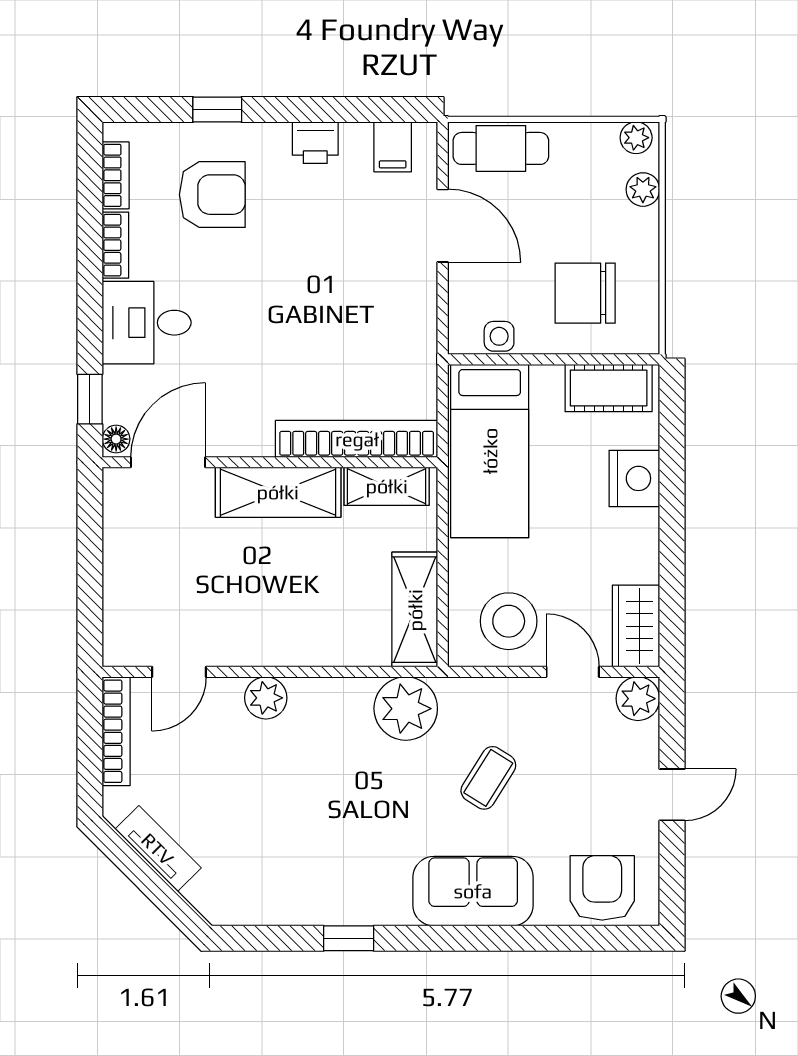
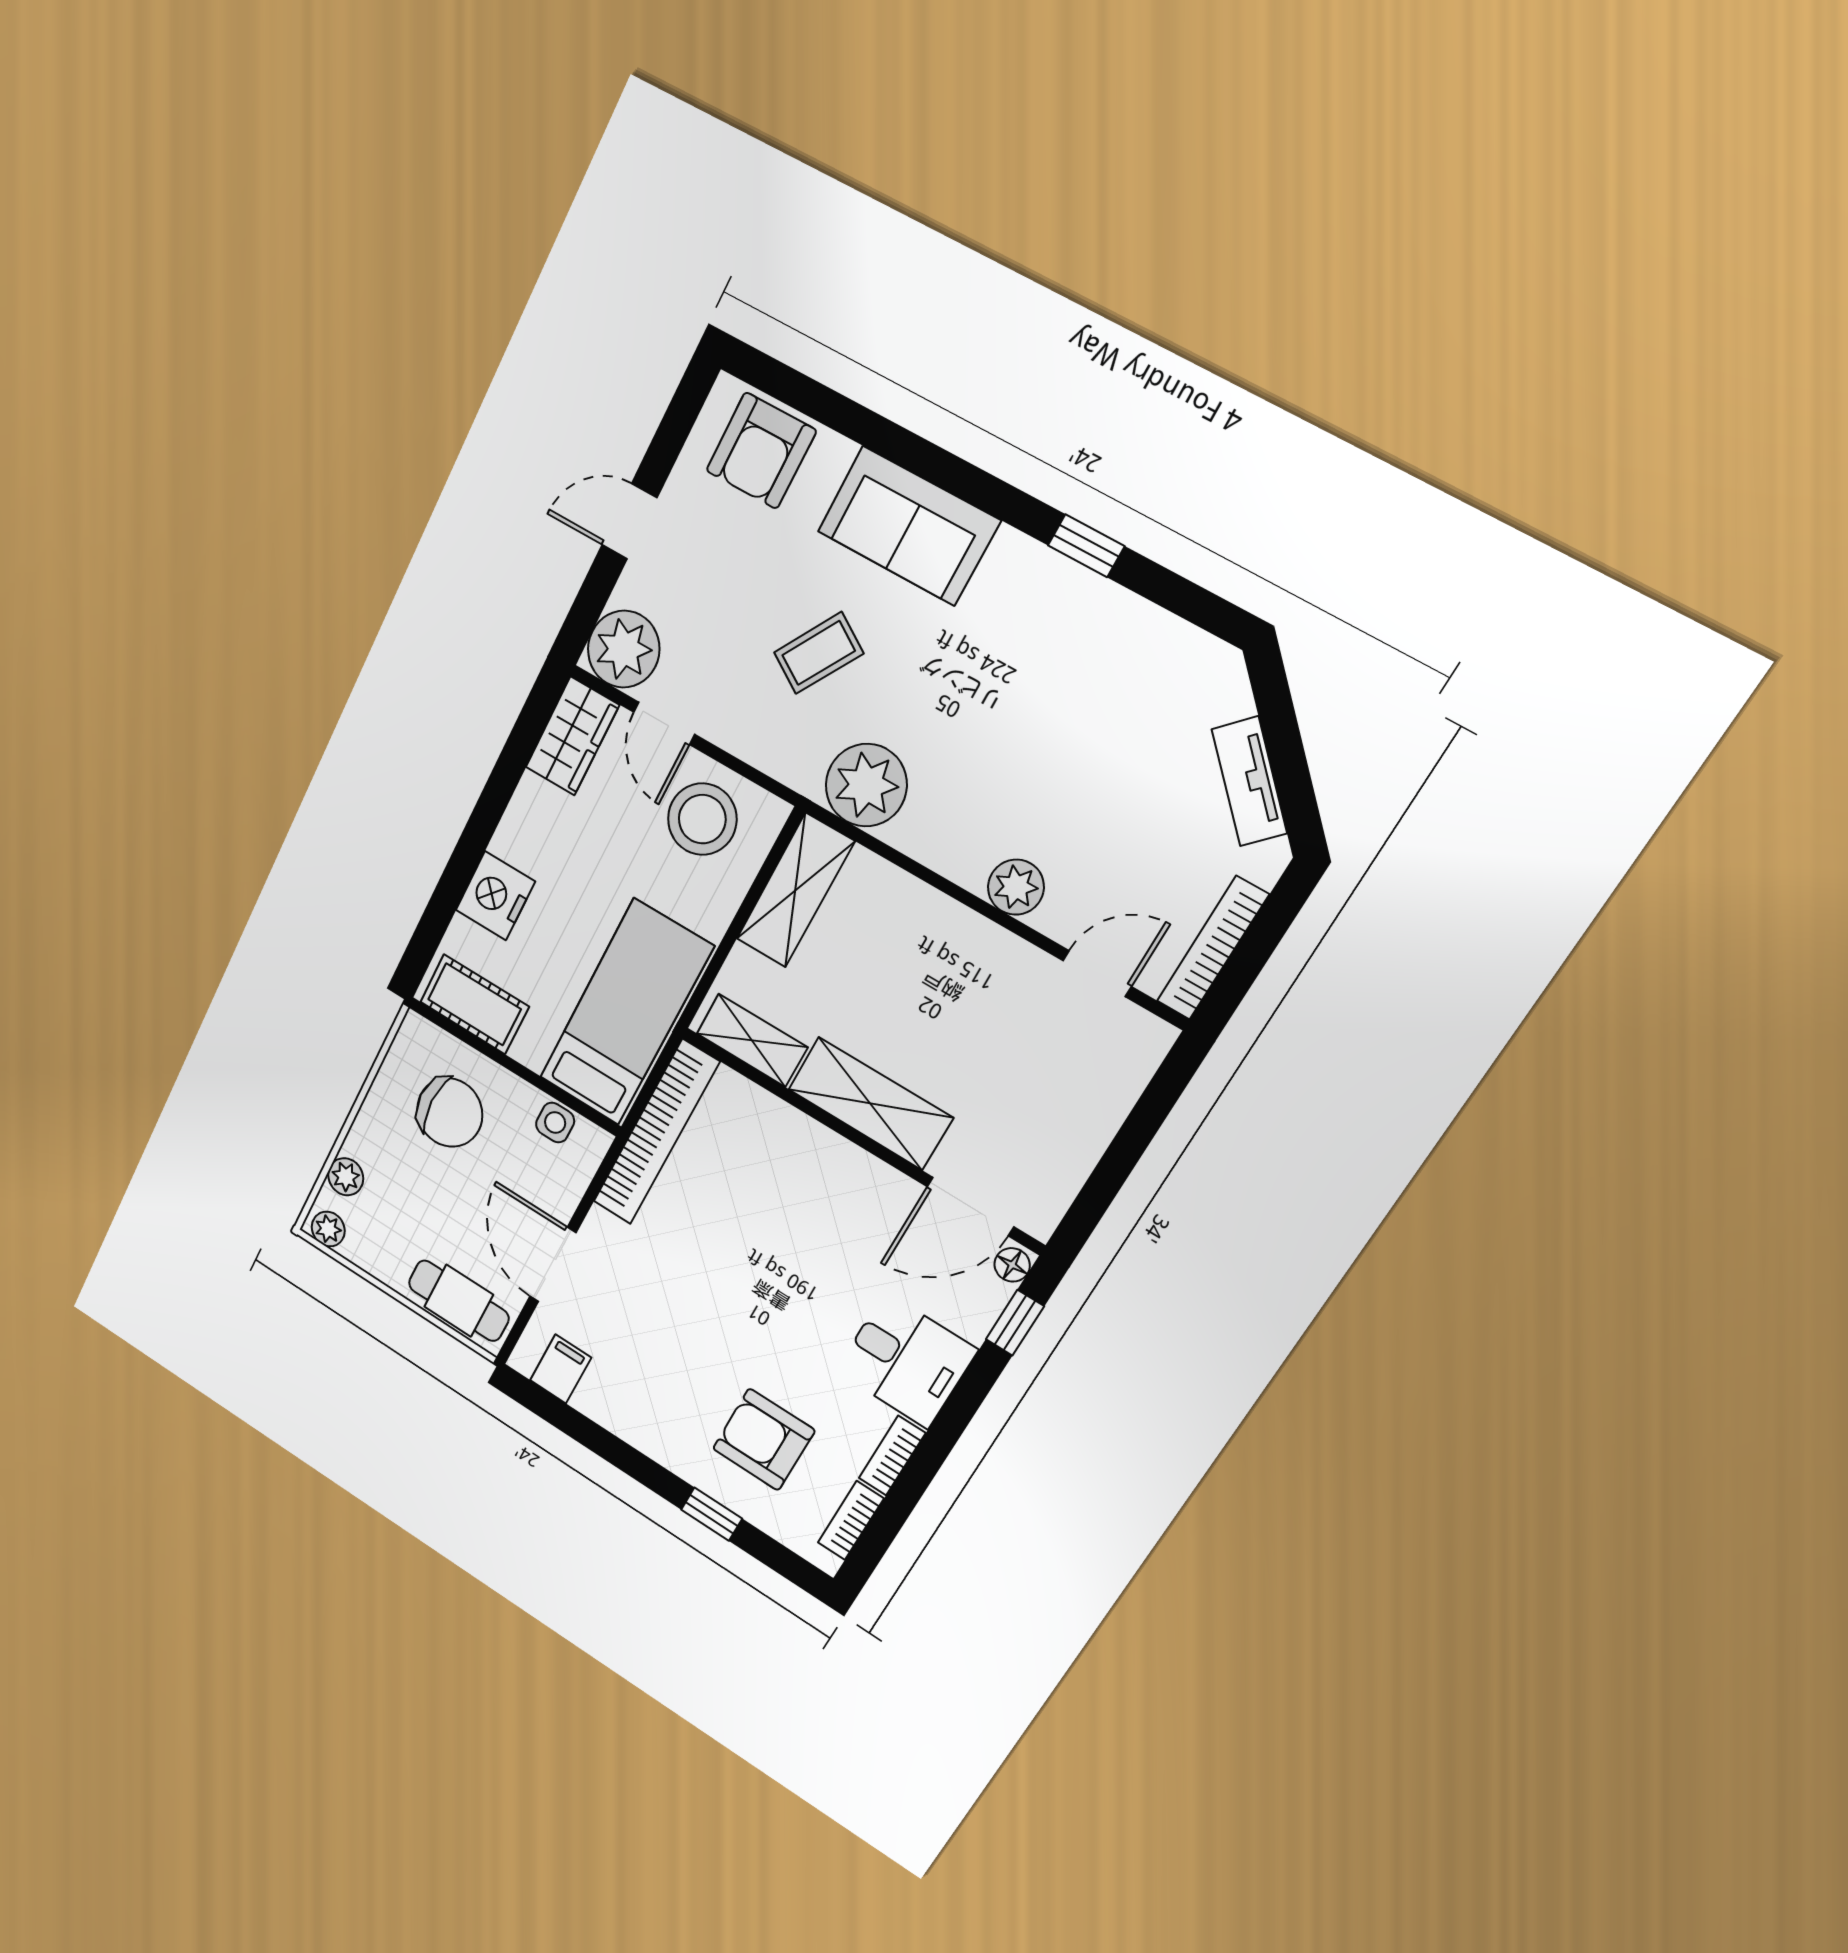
printer: (315, 143) -> (633, 1421), removed
bookcase: (357, 439) -> (656, 1132), moved, turned -90
plant: (638, 699) -> (624, 649), width x1.36, depth x1.36

